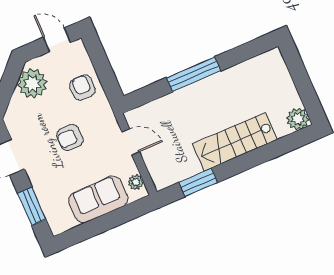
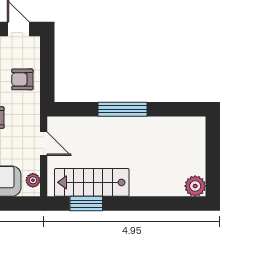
armchair: (82, 88) -> (22, 79), turned -90
stairs: (235, 142) -> (92, 182), moved

